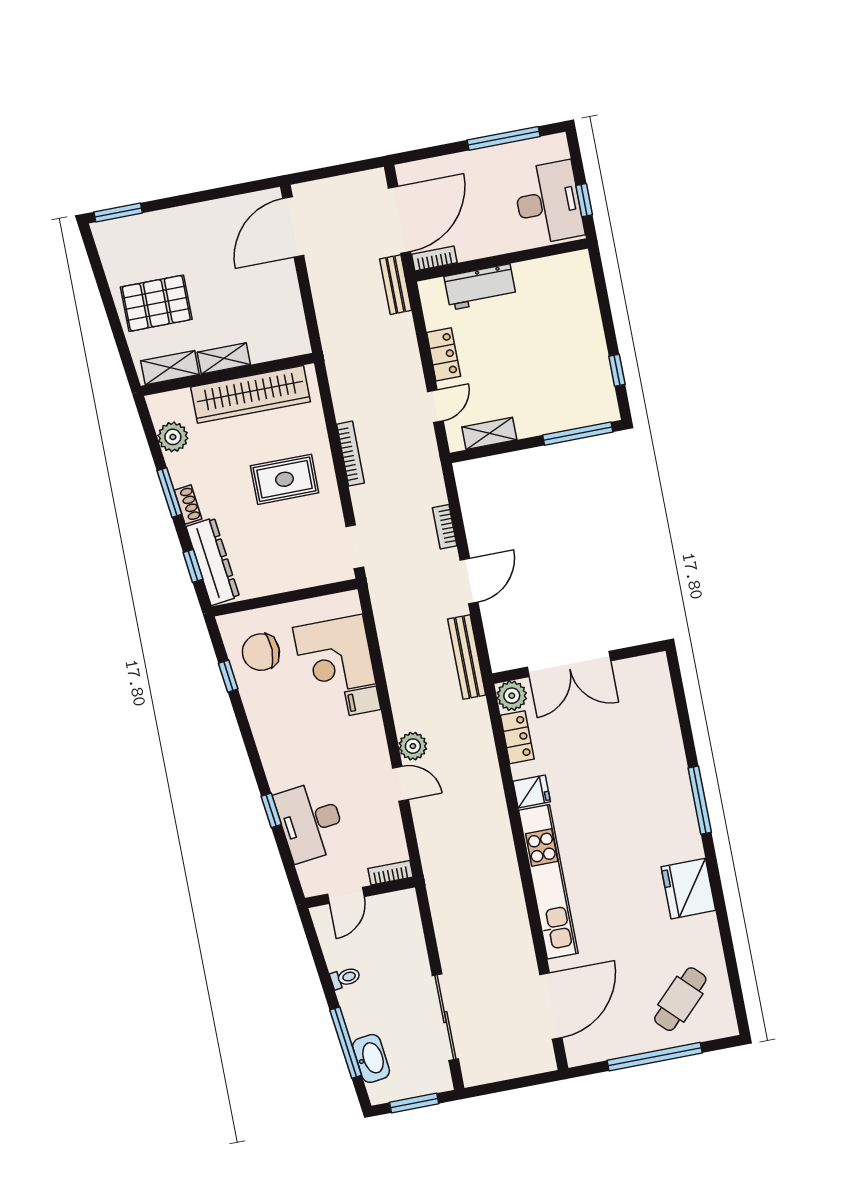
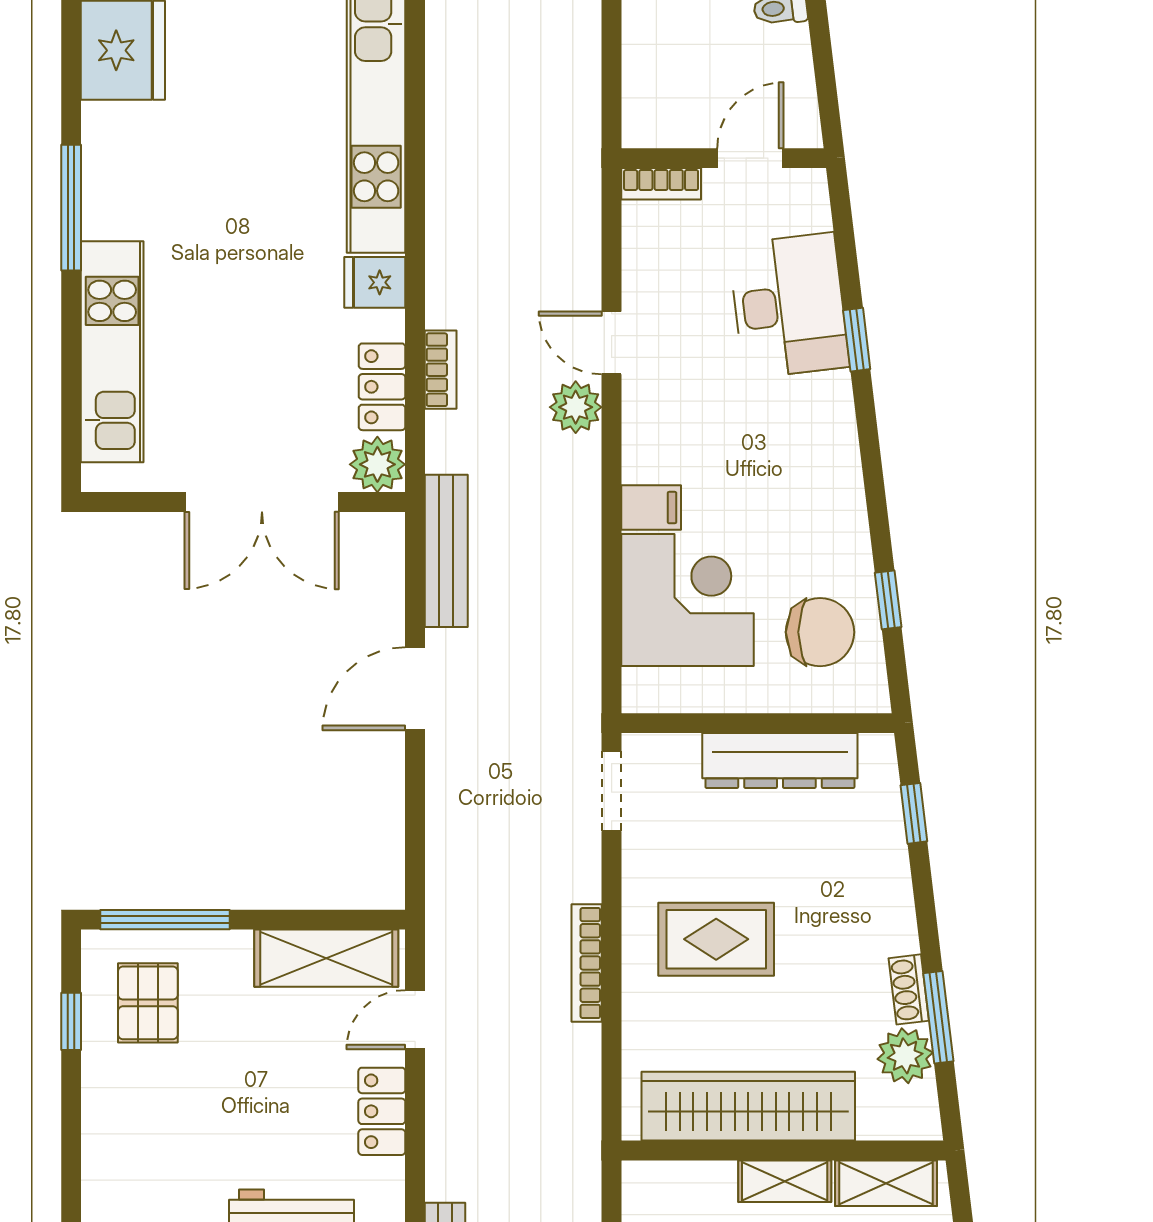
pallet: (578, 388) -> (148, 1003), added
shelving: (489, 433) -> (326, 958), width x1.50, depth x1.33
window: (169, 492) -> (938, 1017), moved
shoe rack: (188, 505) -> (909, 989), moved
bookcase: (445, 527) -> (441, 370), moved
dresser: (213, 562) -> (780, 761), moved, turned -83
double door: (569, 664) -> (262, 502), swing flipped
kitchen unit: (663, 728) -> (112, 352), added

